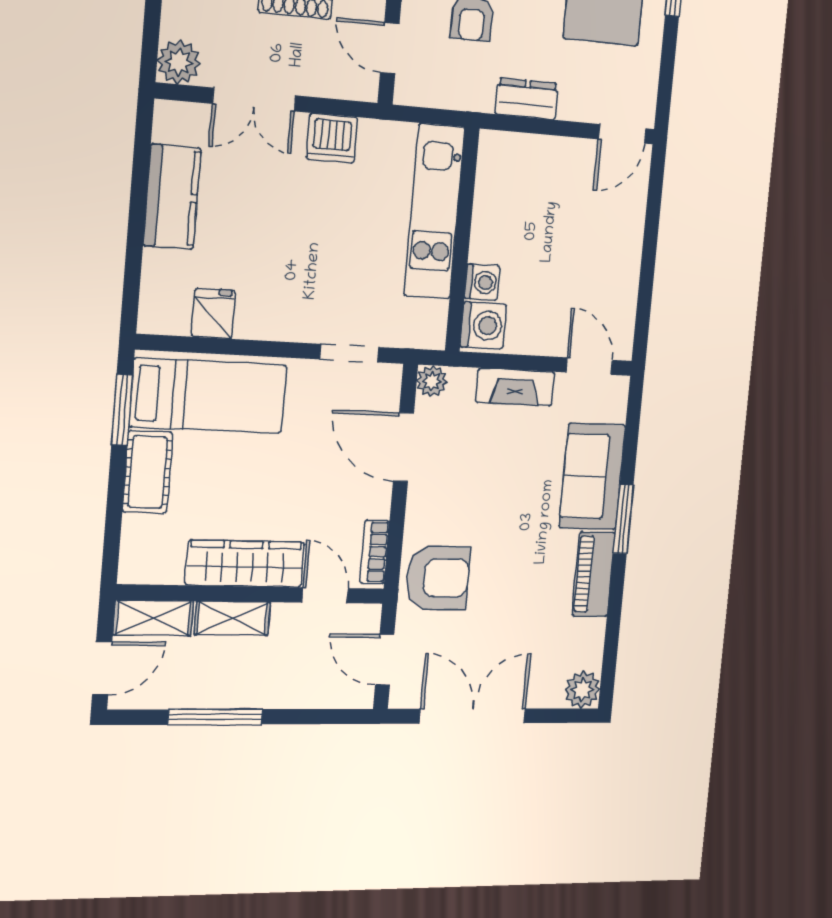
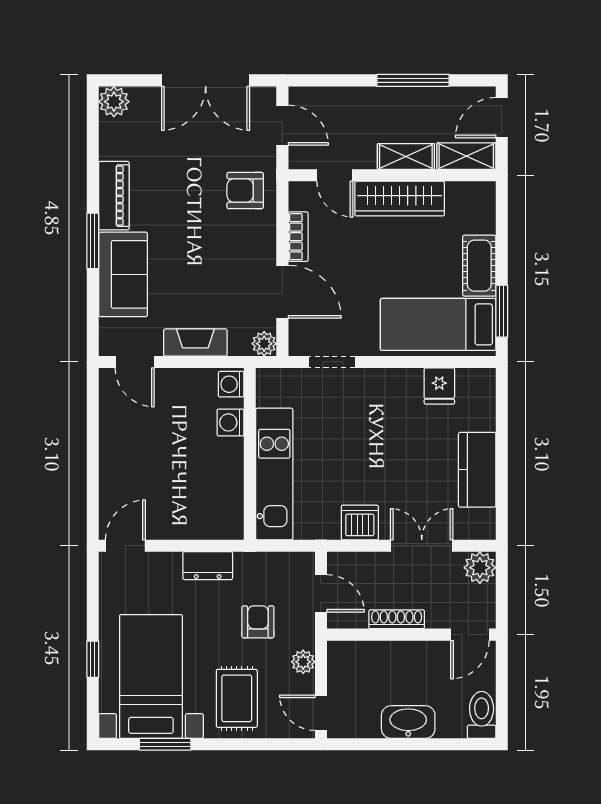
washing machine: (483, 325) -> (231, 384), width x0.73, depth x0.73
bookcase: (375, 552) -> (298, 237), moved
armchair: (438, 578) -> (245, 191), width x0.72, depth x0.72

